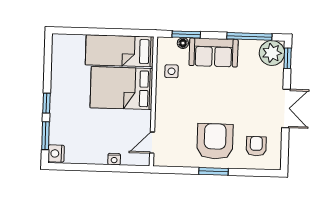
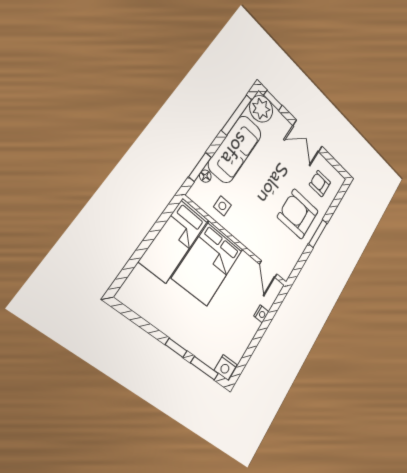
sofa: (214, 52) -> (235, 149), width x1.36
double door: (286, 108) -> (308, 136), swing flipped

